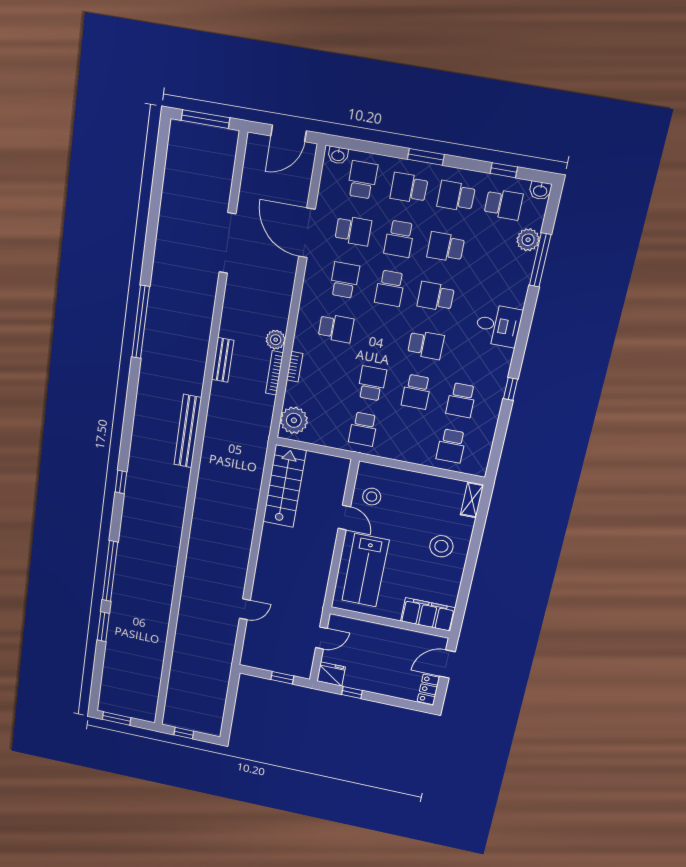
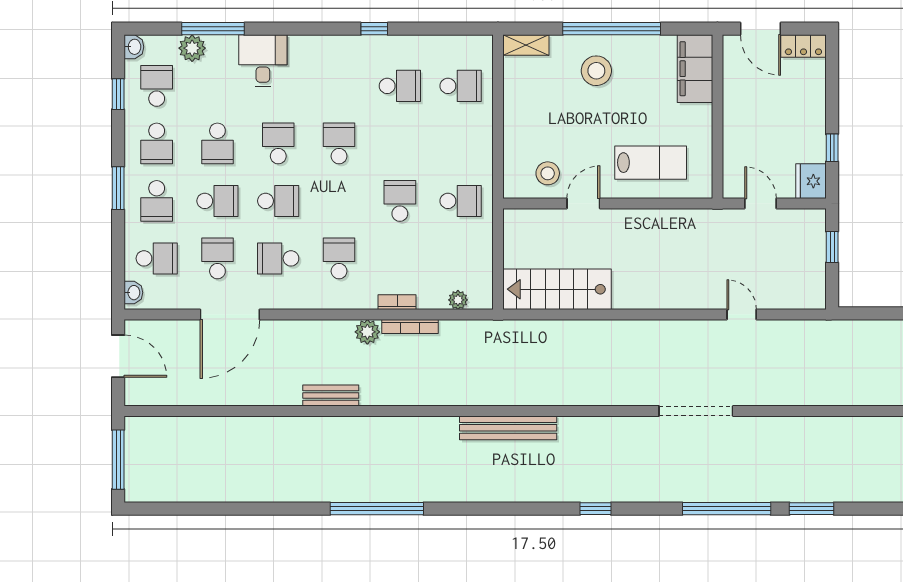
school desk: (362, 180) -> (157, 258), turned 180
doorway: (228, 243) -> (696, 411), moved
school desk: (436, 297) -> (278, 143), turned 180
desk: (498, 325) -> (263, 61), moved
bench: (223, 360) -> (331, 395), moved
school desk: (372, 383) -> (400, 201), turned 90
school desk: (416, 392) -> (400, 143), removed
plant: (294, 420) -> (458, 300), width x0.53, depth x0.53
window: (471, 563) -> (612, 29), added
lab bench: (365, 570) -> (651, 163), width x0.73, depth x0.72

